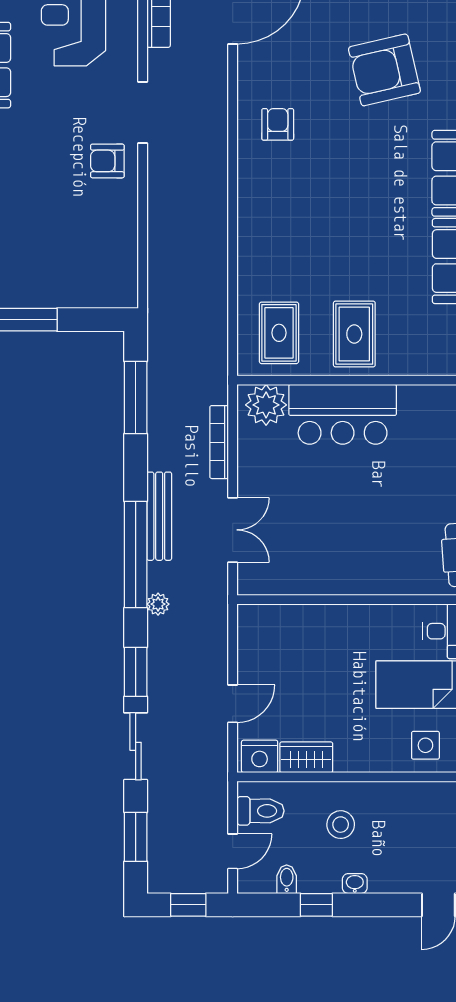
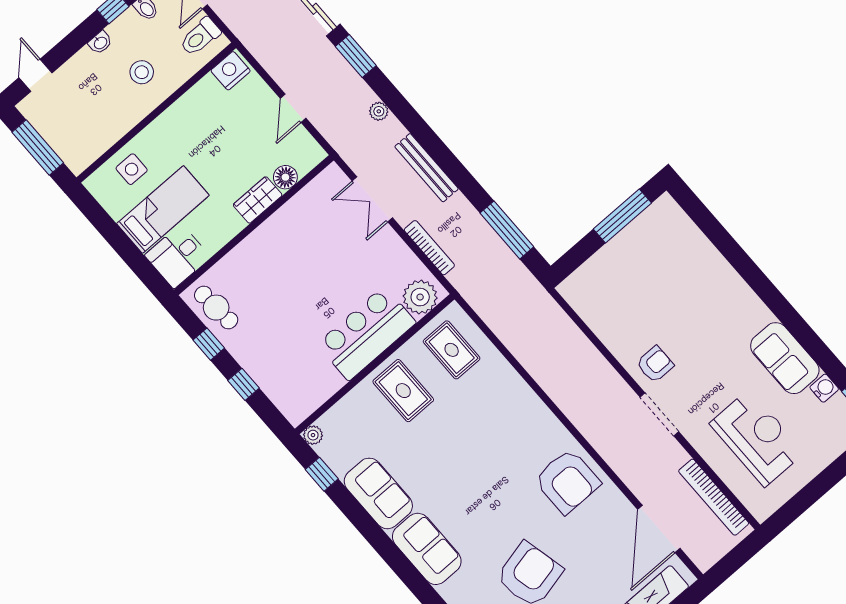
armchair: (278, 124) -> (567, 481), width x1.88, depth x1.88
window: (136, 554) -> (420, 130), removed
floor lamp: (293, 618) -> (285, 177), added
door: (233, 704) -> (293, 108), moved
wardrobe: (306, 757) -> (258, 200), moved, turned 180

